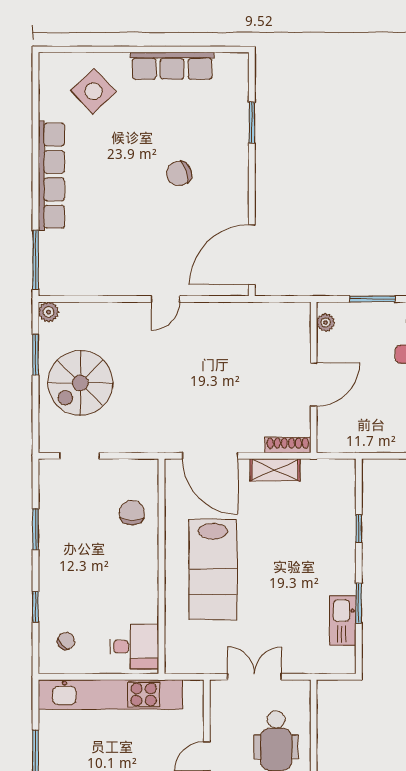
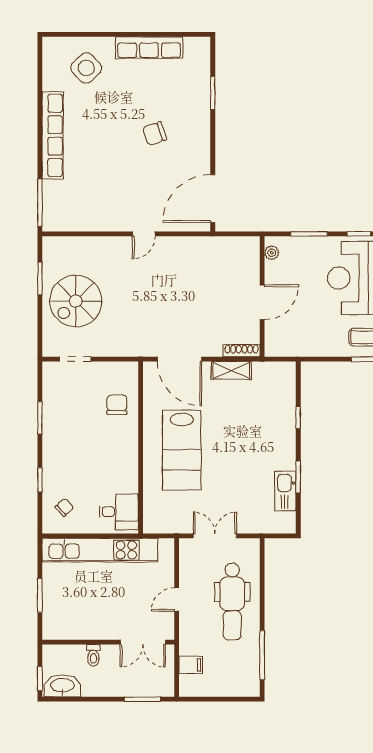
plant: (49, 312) -> (50, 244), removed

